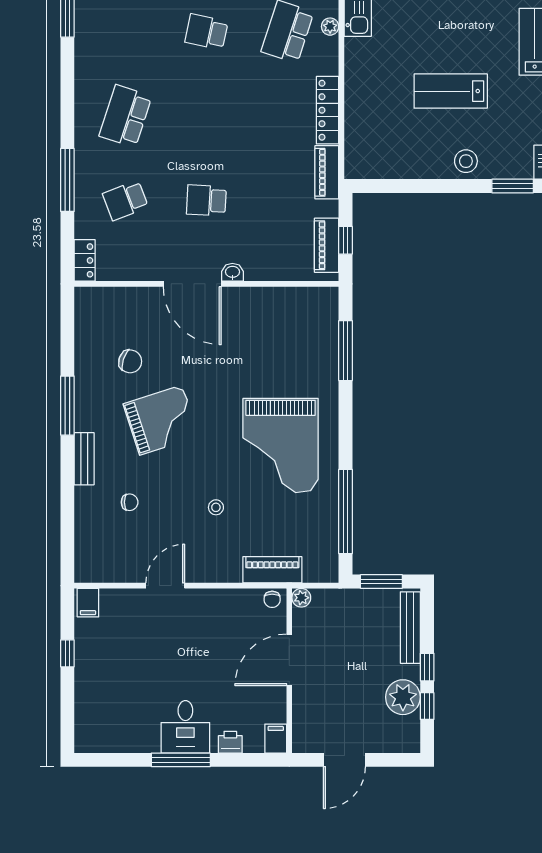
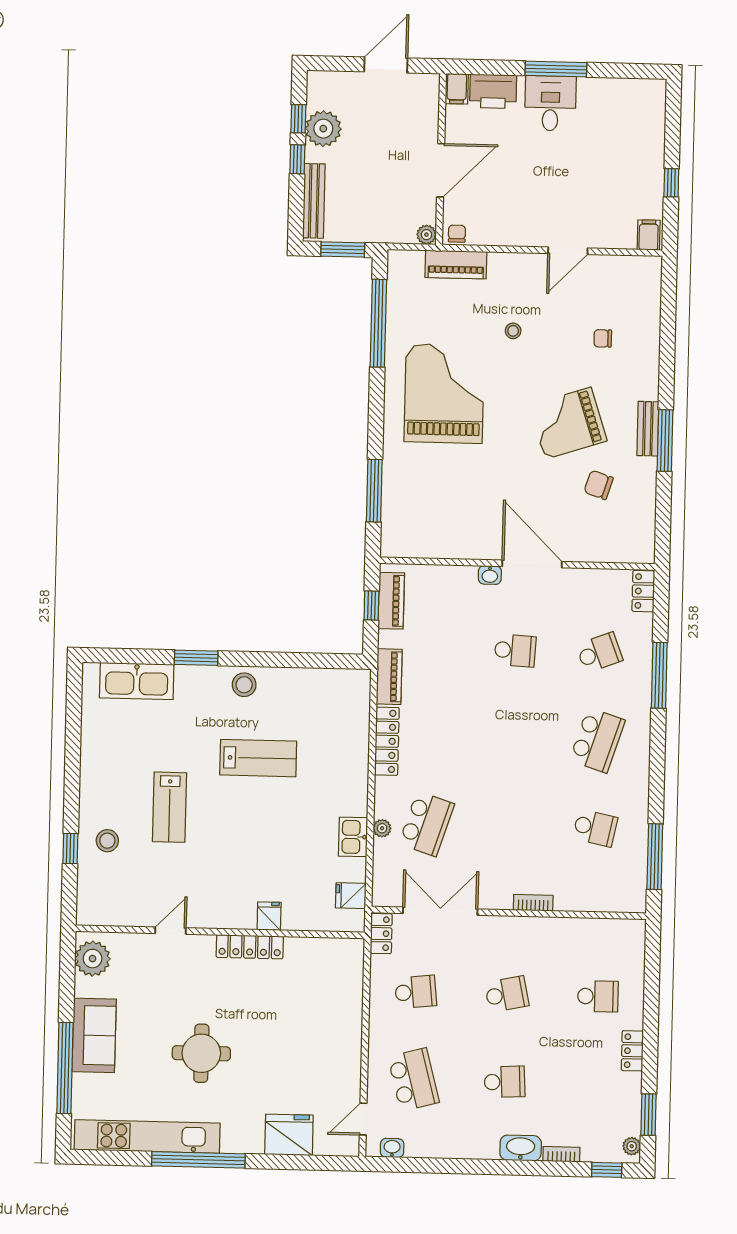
school desk: (206, 32) -> (595, 828), moved
bench: (84, 459) -> (648, 429), moved
printer: (230, 742) -> (493, 91), width x1.87, depth x1.48

